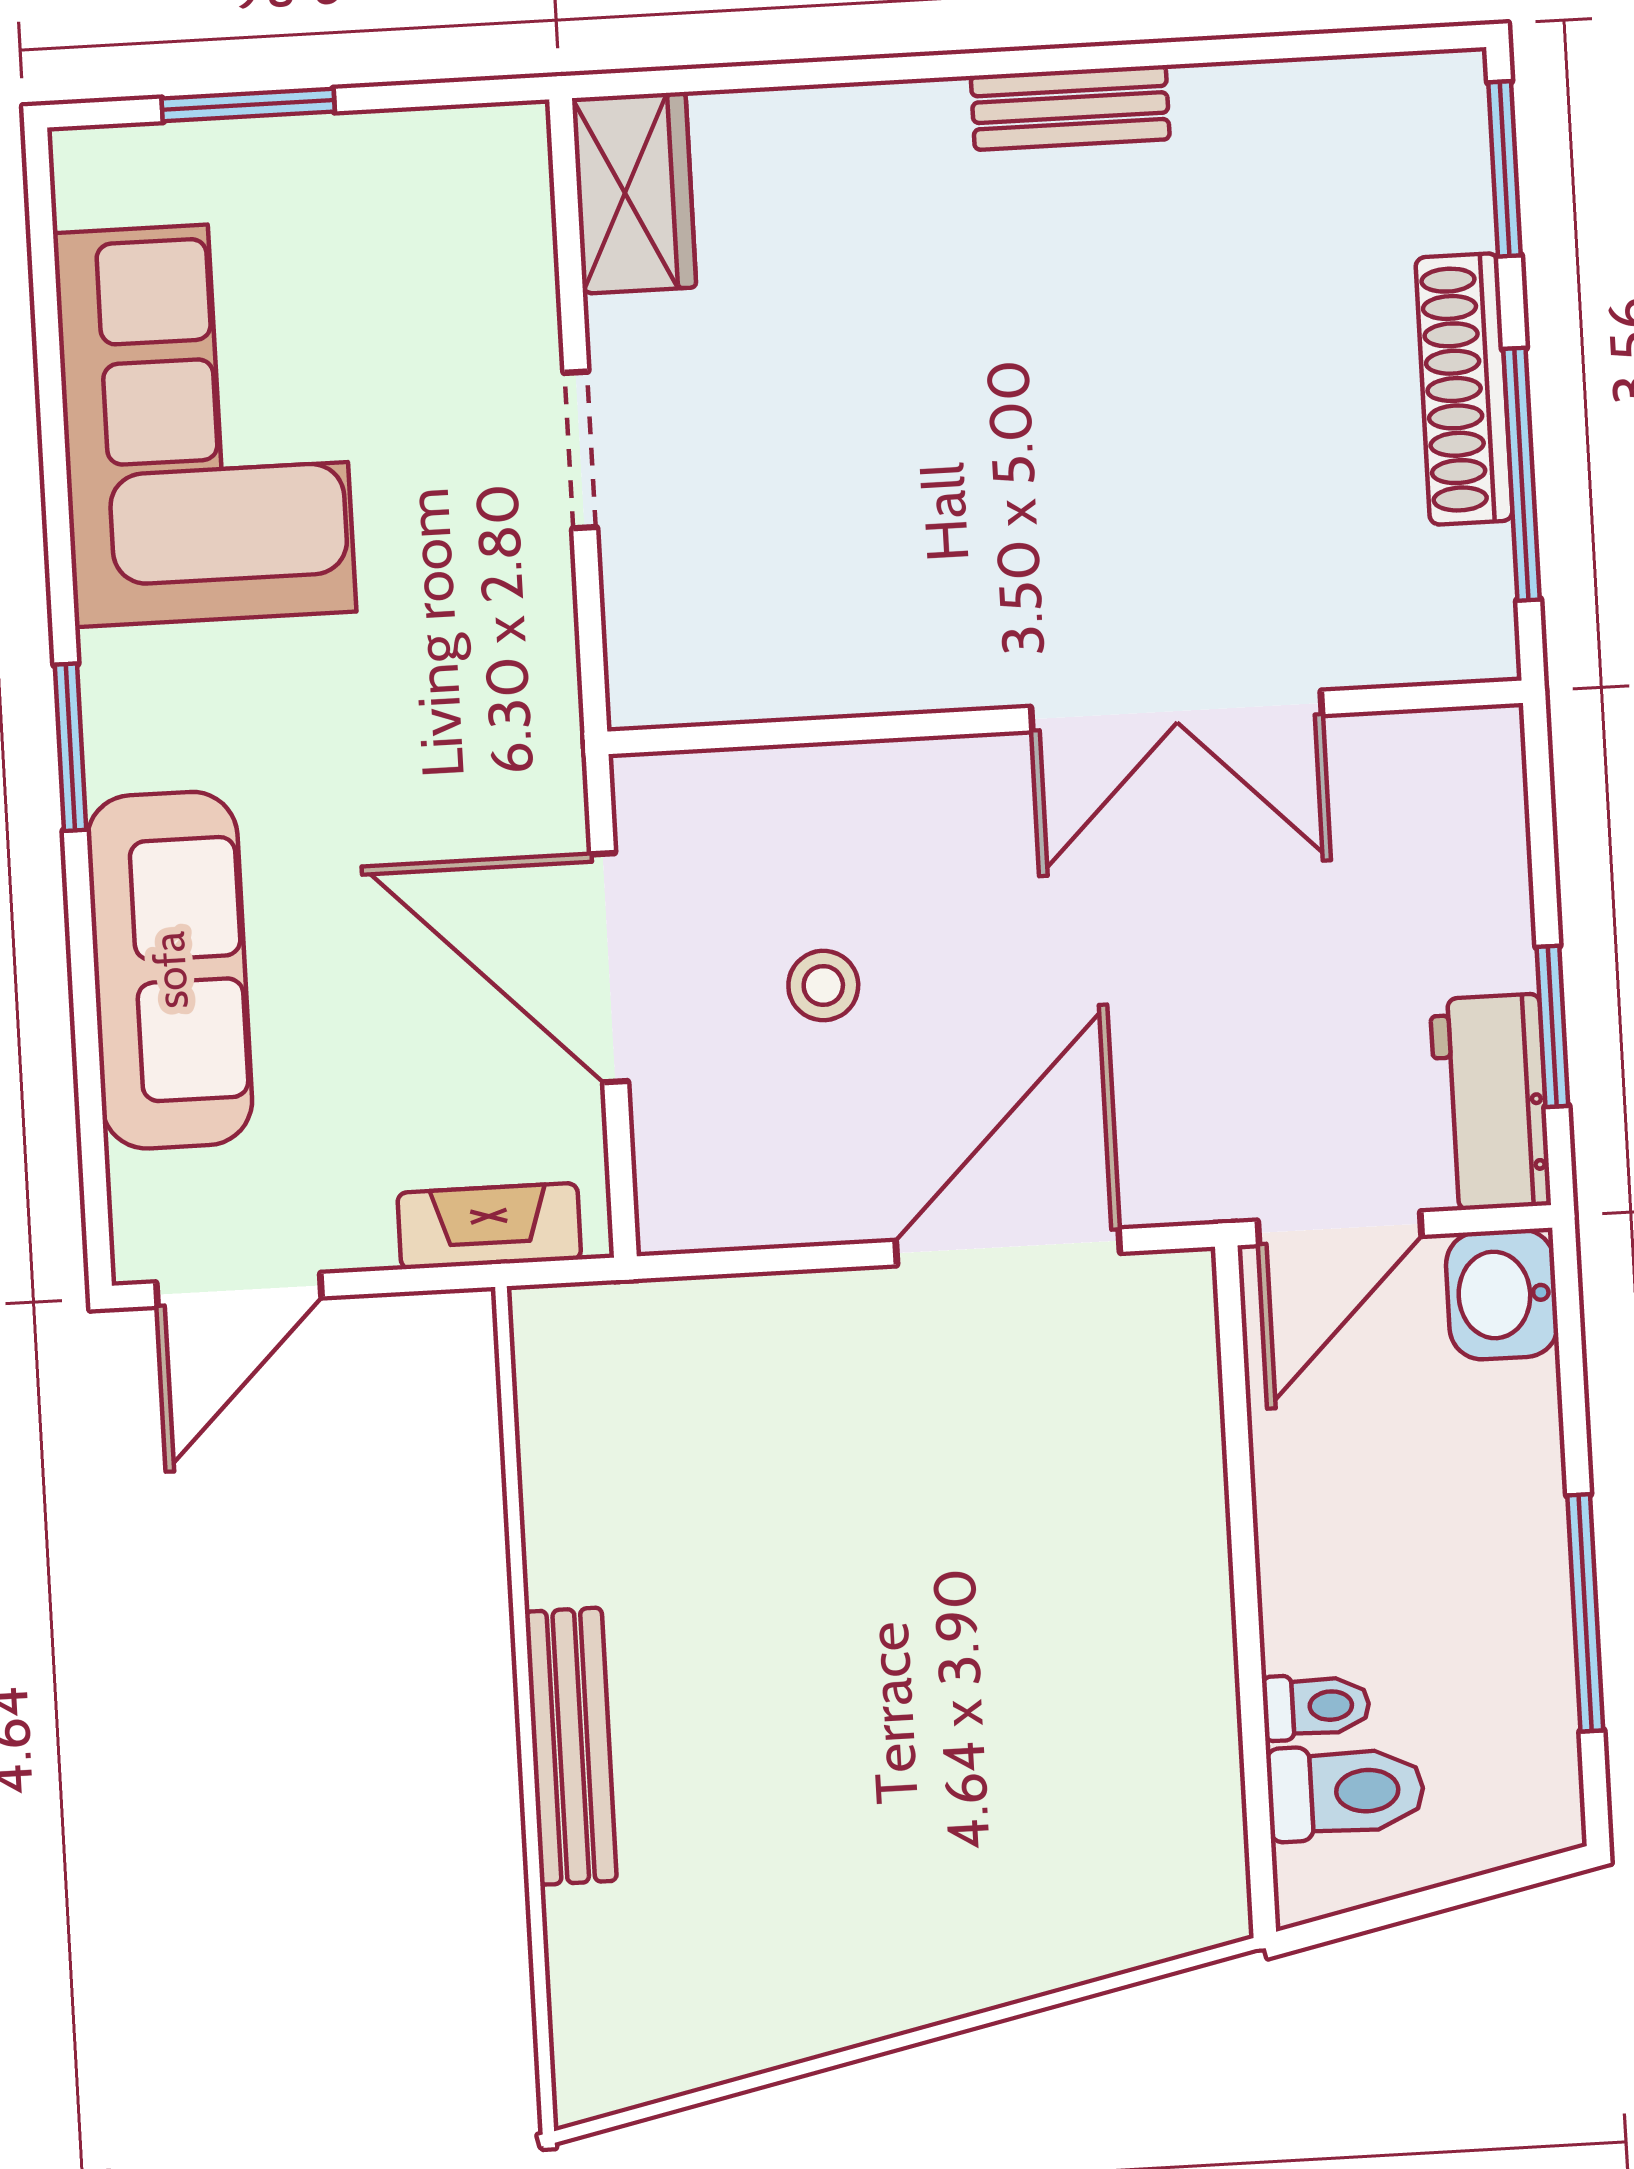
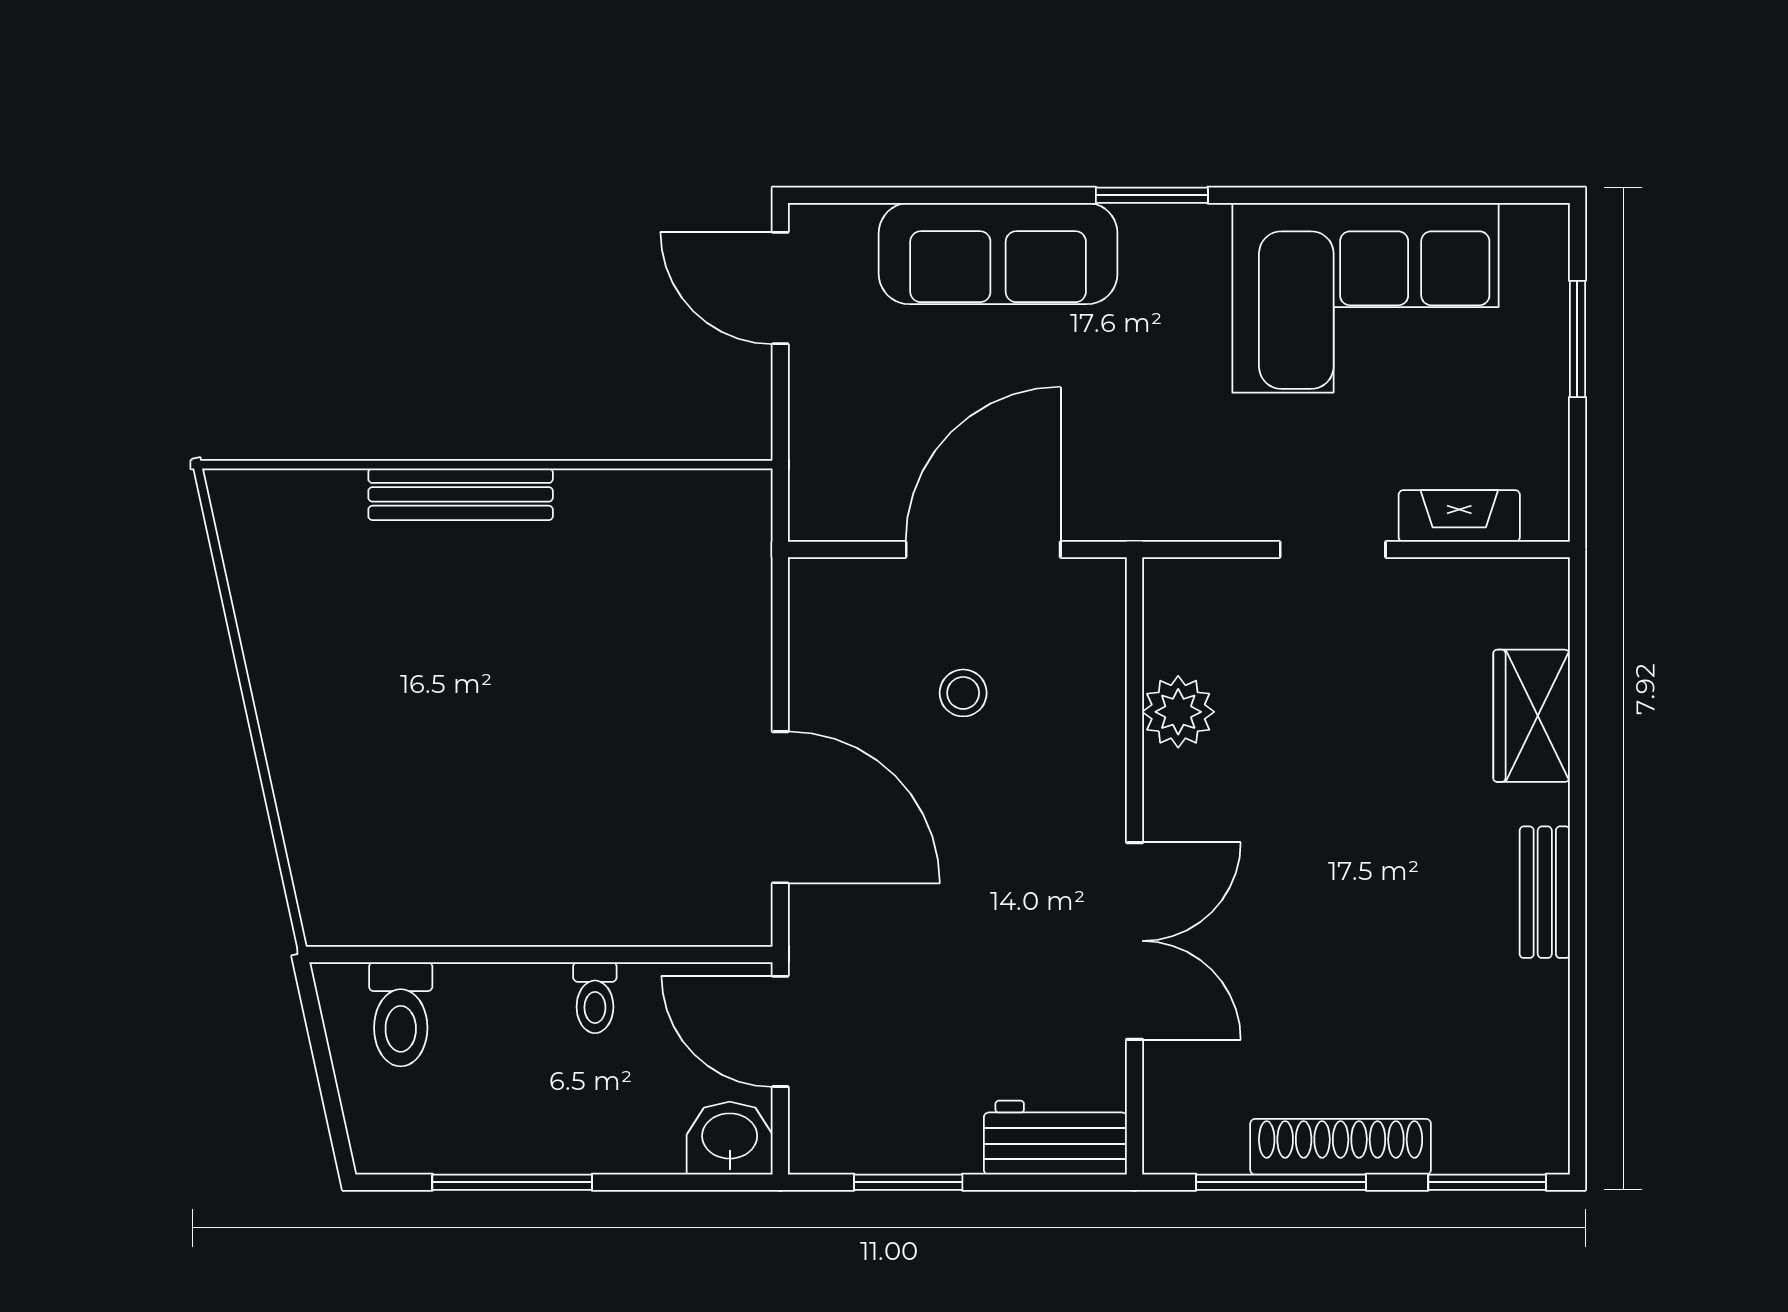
wardrobe: (634, 193) -> (1532, 716), moved, turned 90
plant: (833, 665) -> (1178, 712), added
double door: (1176, 711) -> (1135, 941), swing flipped
workbench: (1490, 1102) -> (1055, 1138), moved
fireplace: (489, 1226) -> (1459, 516), moved, turned -90
toilet: (1316, 1706) -> (595, 998), moved

